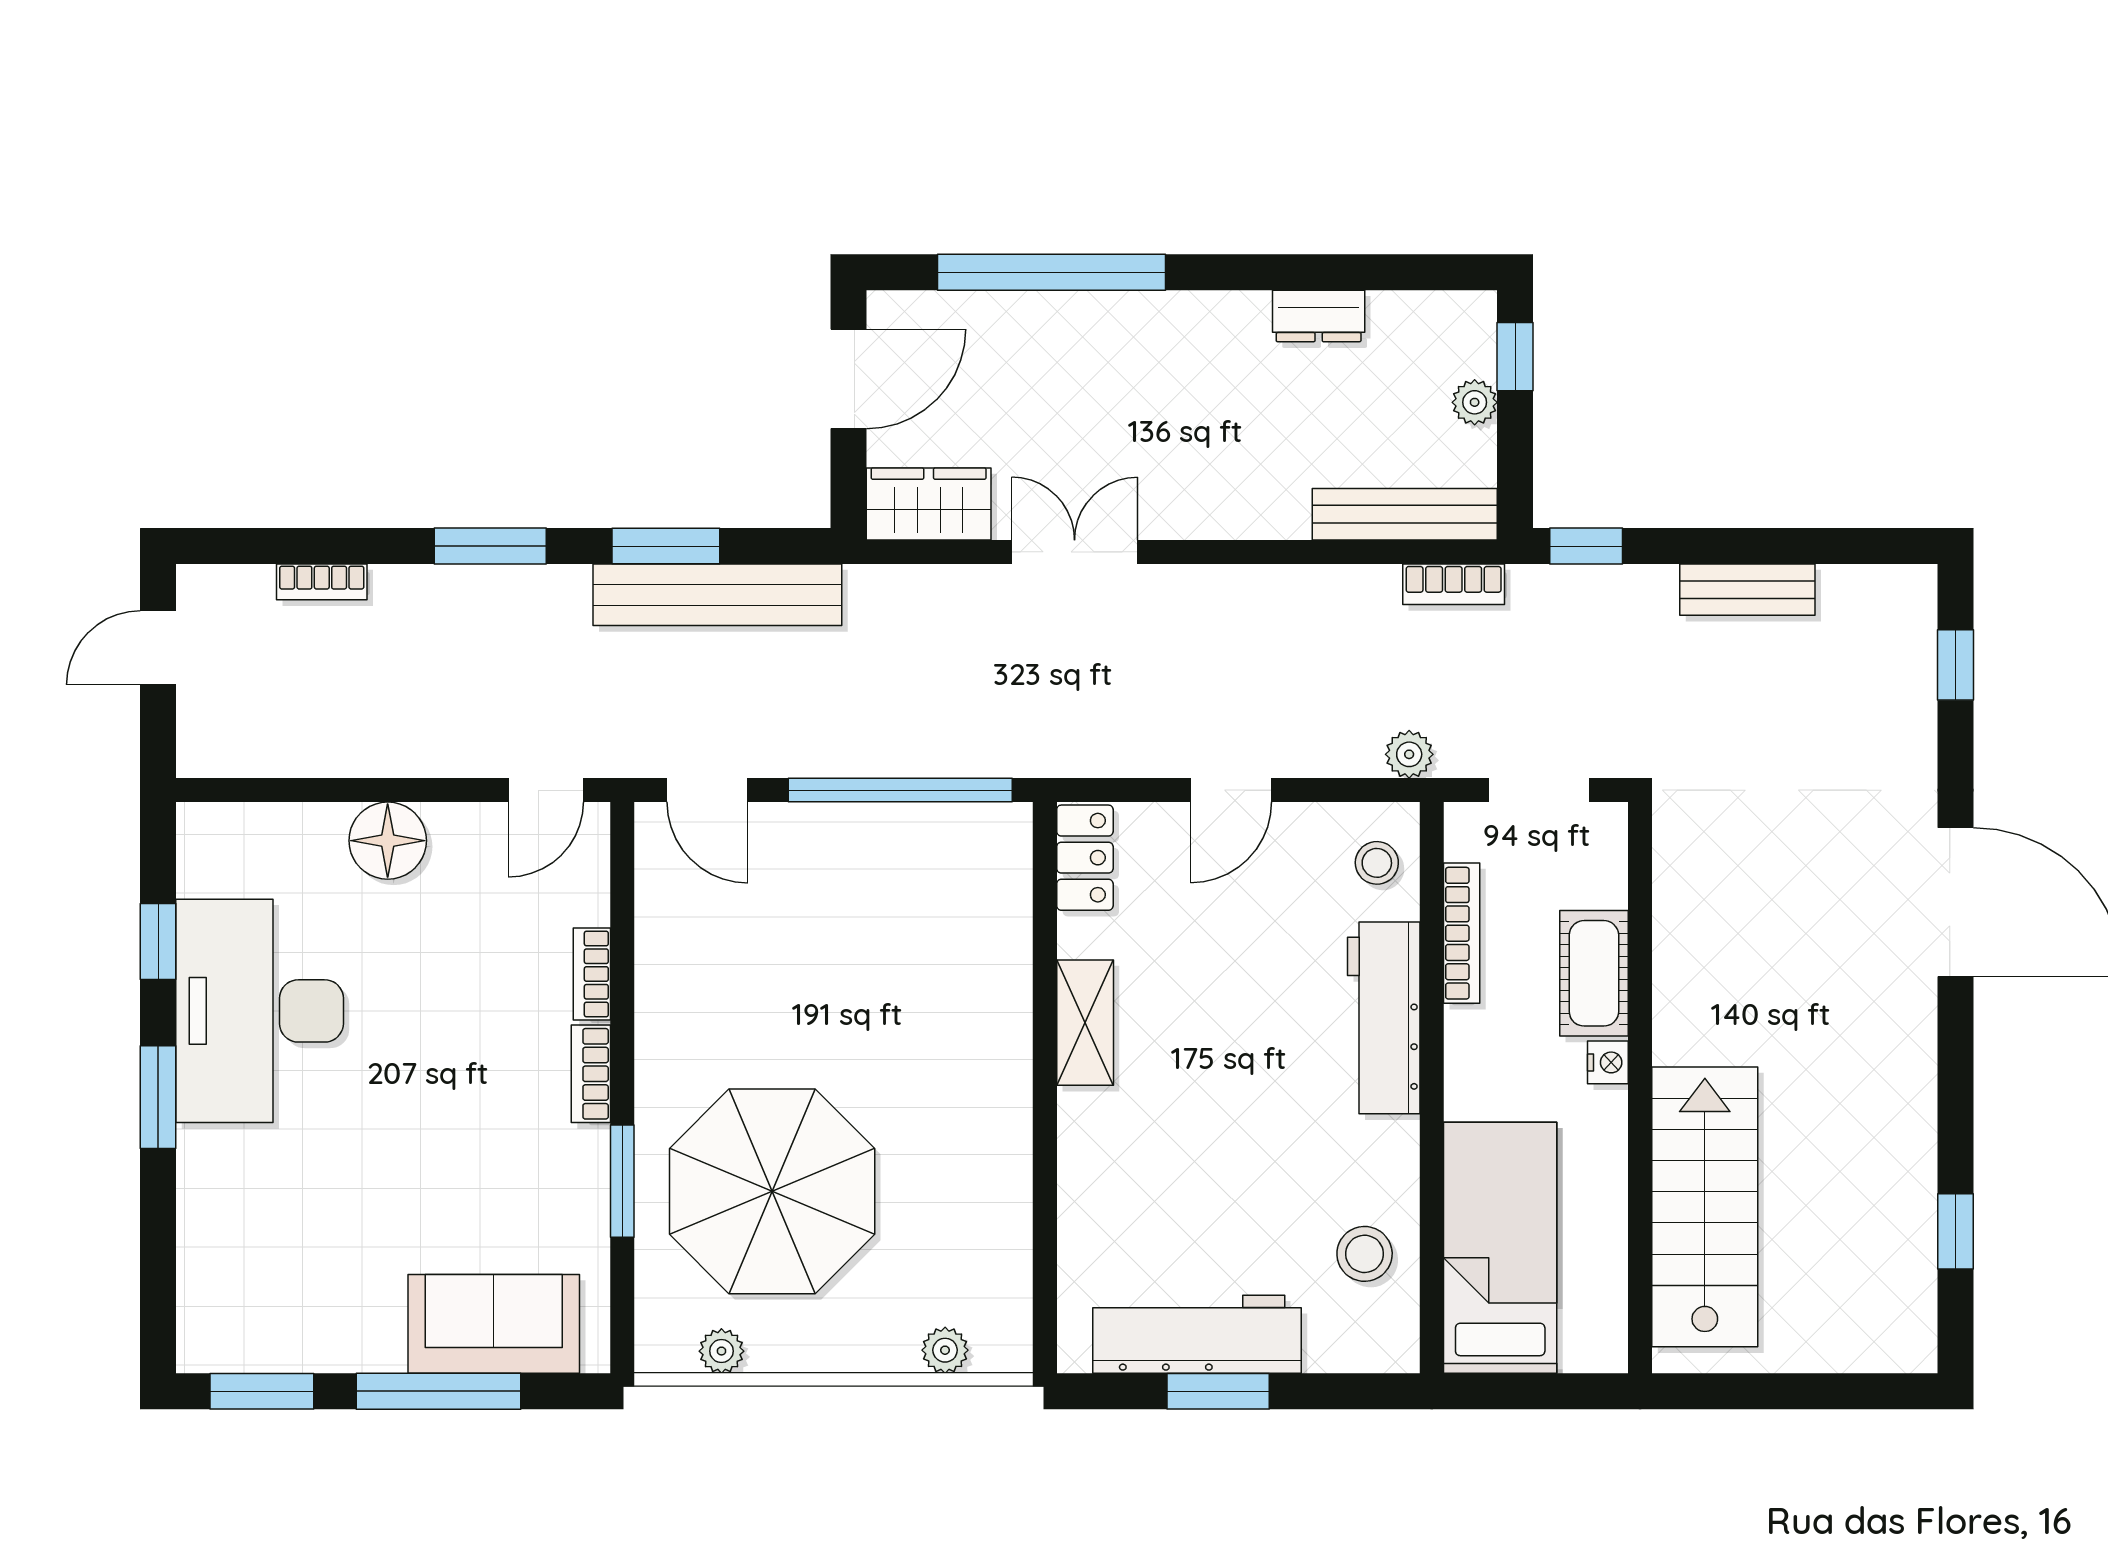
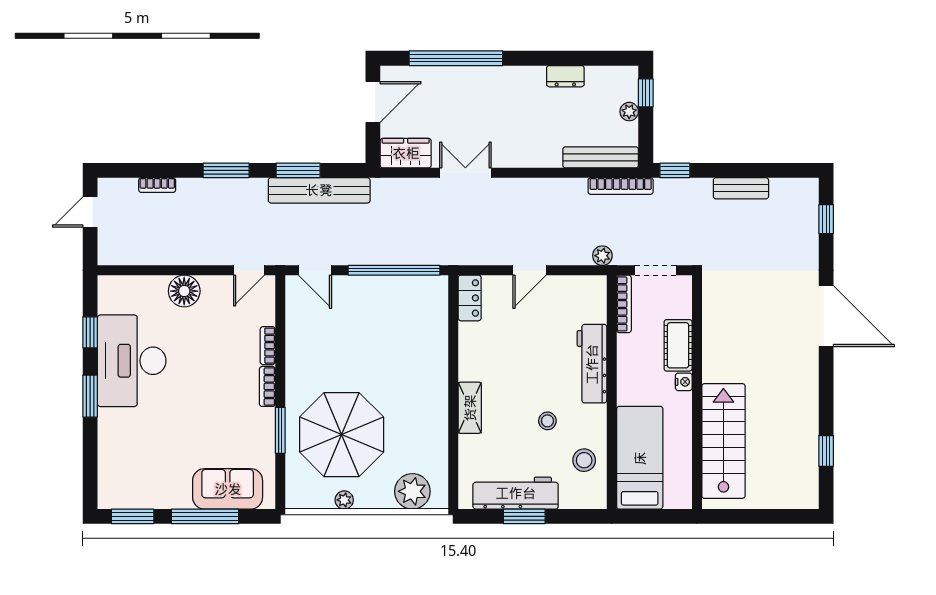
bookcase: (1454, 584) -> (621, 186), width x1.56
stool: (1377, 863) -> (547, 421), moved
bookcase: (1462, 933) -> (624, 304), moved
shelving: (1085, 1023) -> (470, 408), moved
plant: (945, 1350) -> (412, 491), width x1.88, depth x1.88
plant: (721, 1351) -> (344, 500), moved

